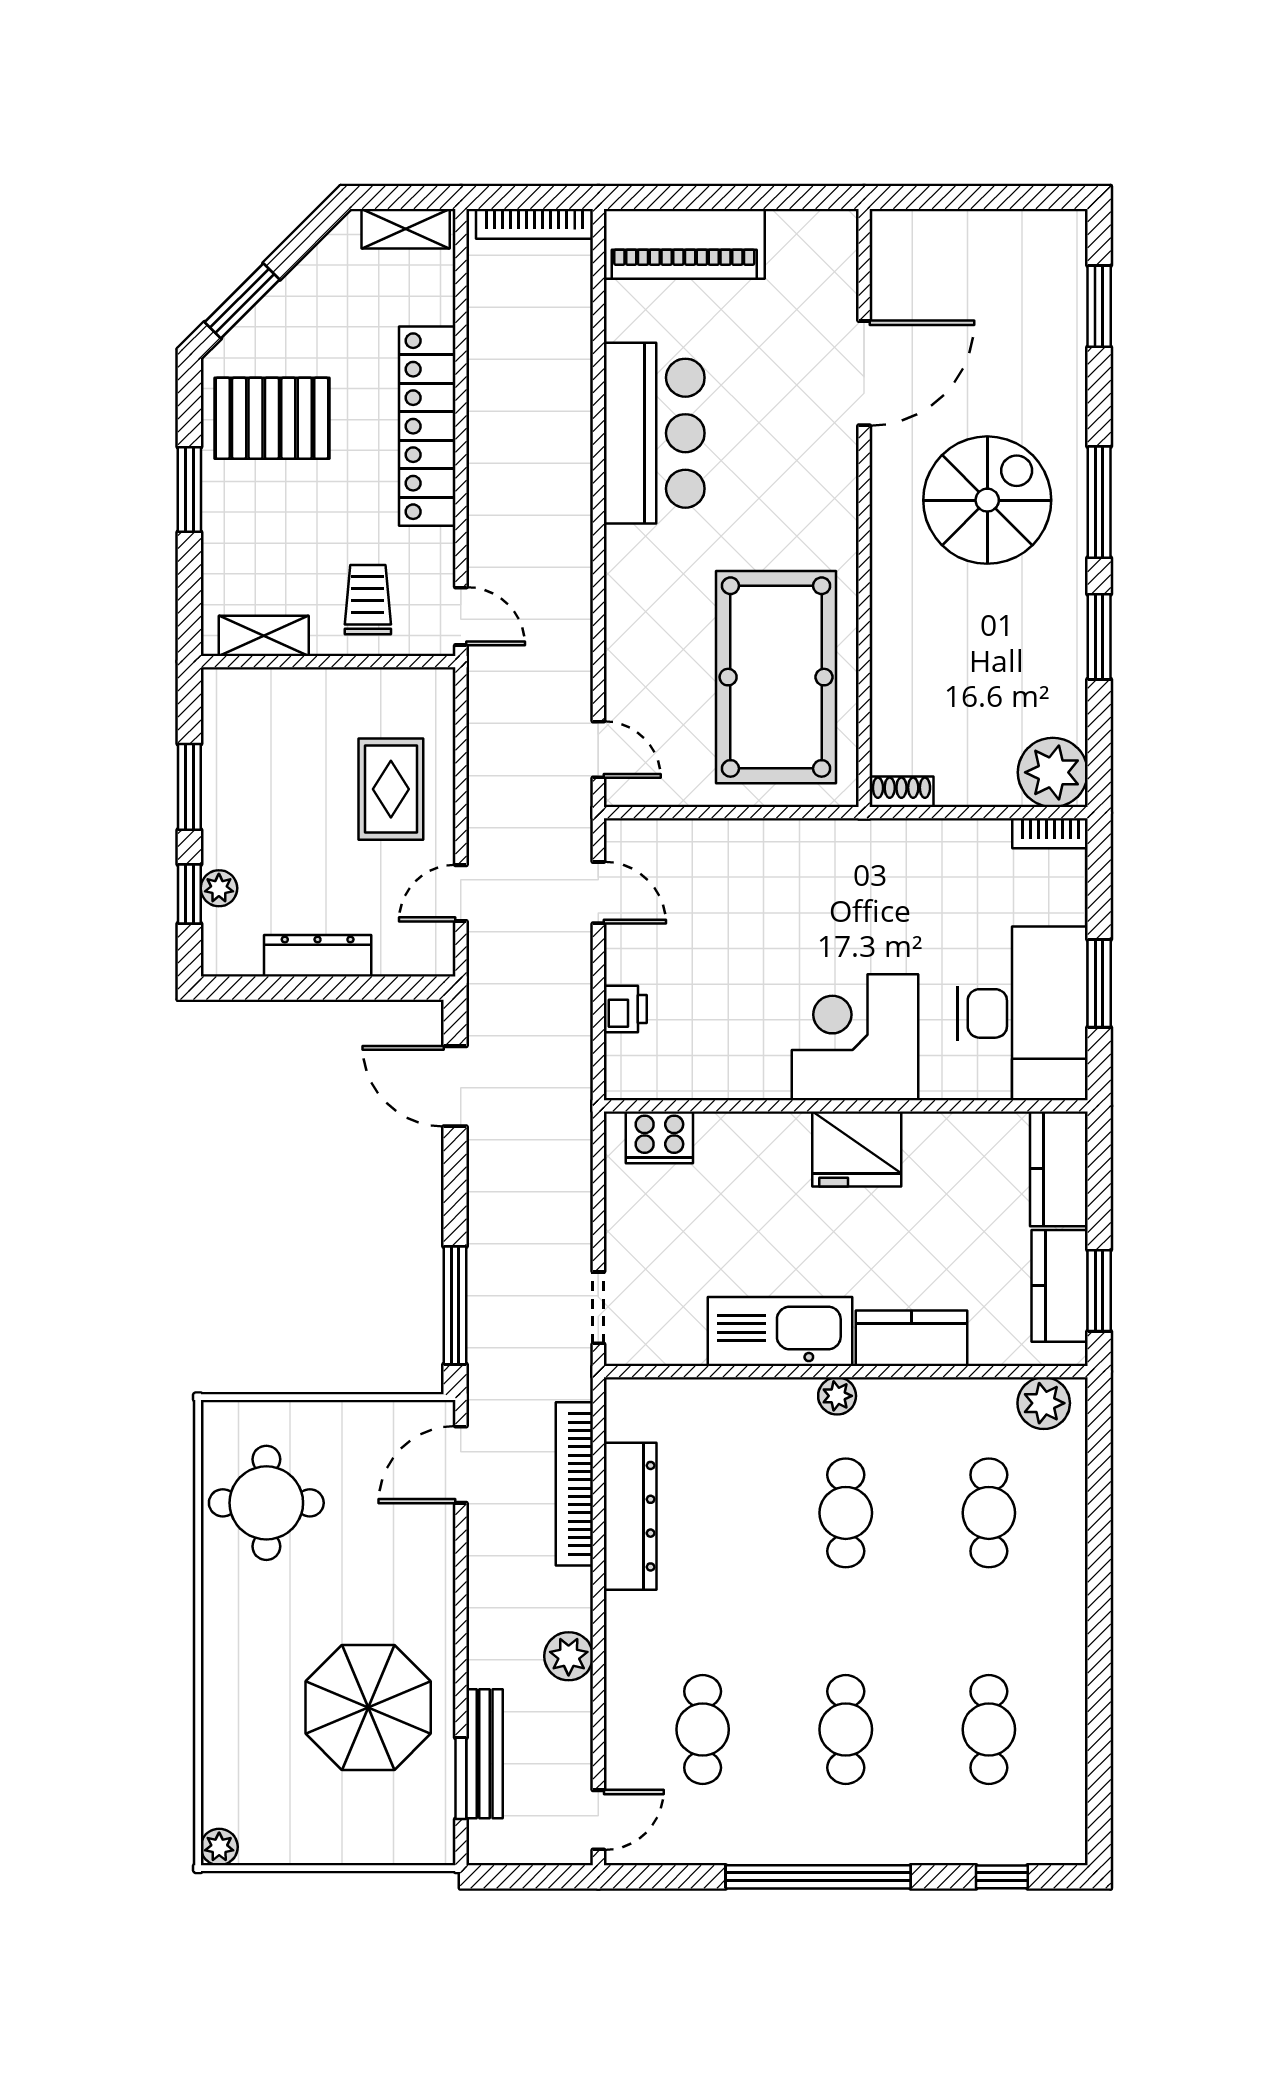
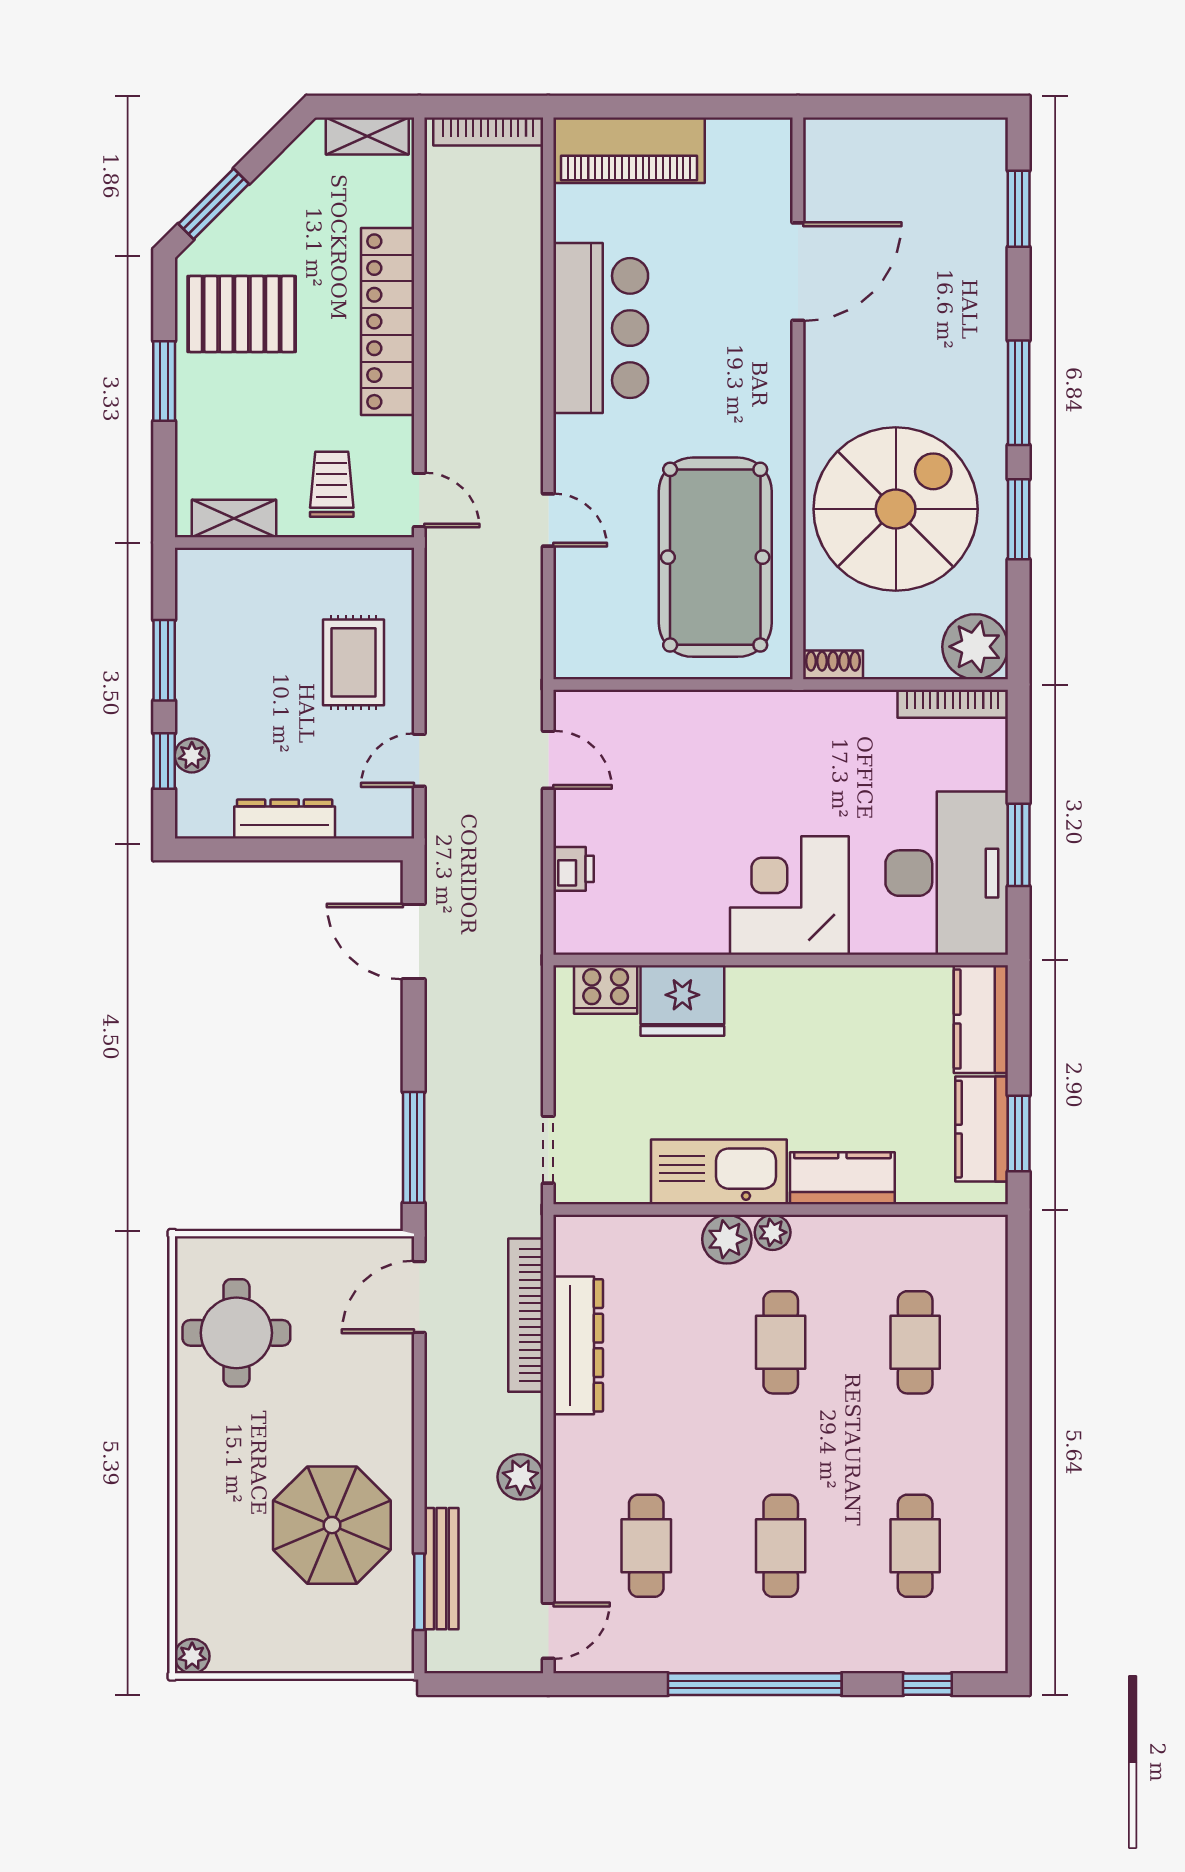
spiral stairs: (987, 500) -> (896, 509), moved, width x1.37, depth x1.37
door: (598, 750) -> (548, 520), moved
bookcase: (1050, 833) -> (953, 704), width x1.56
fridge: (857, 1149) -> (682, 1000), moved
plant: (1044, 1403) -> (727, 1239), moved

